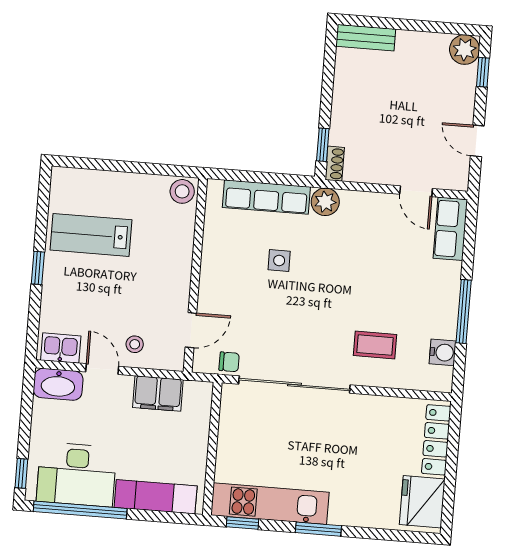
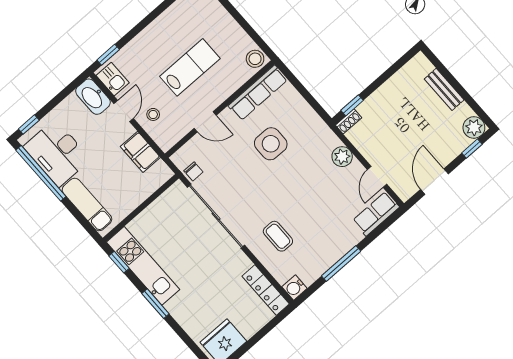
bench: (366, 38) -> (444, 89), moved
door: (477, 141) -> (434, 182), width x1.38
row of seats: (266, 197) -> (258, 93), moved, turned -90
plant: (325, 202) -> (342, 157), moved
lab bench: (91, 235) -> (190, 67), moved, turned 90
side table: (279, 260) -> (271, 144), width x1.87, depth x1.87
window: (38, 268) -> (108, 55), moved
door: (191, 330) -> (205, 122), moved
water cooler: (443, 352) -> (294, 288), moved, turned 90
locker: (436, 440) -> (266, 290), moved, turned -90

